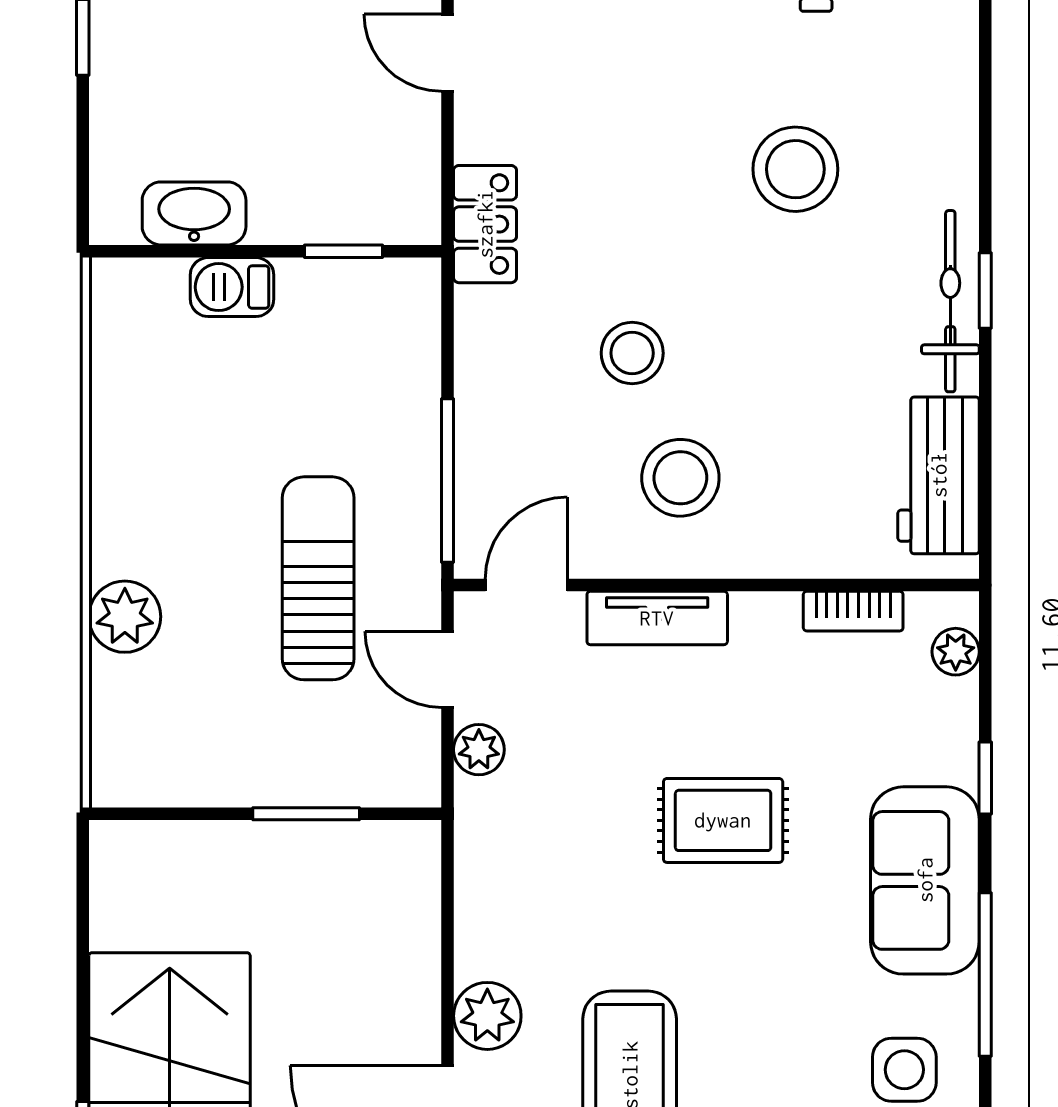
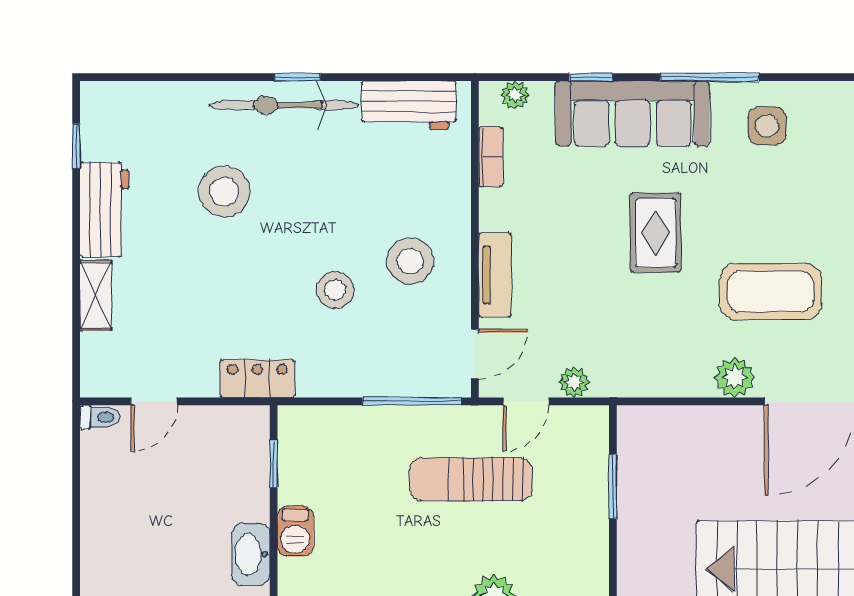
bicycle: (950, 301) -> (284, 105), width x1.37, depth x1.40
door: (526, 585) -> (475, 354), swing flipped
rug: (723, 820) -> (656, 233), moved
sofa: (925, 880) -> (633, 114), width x1.36

